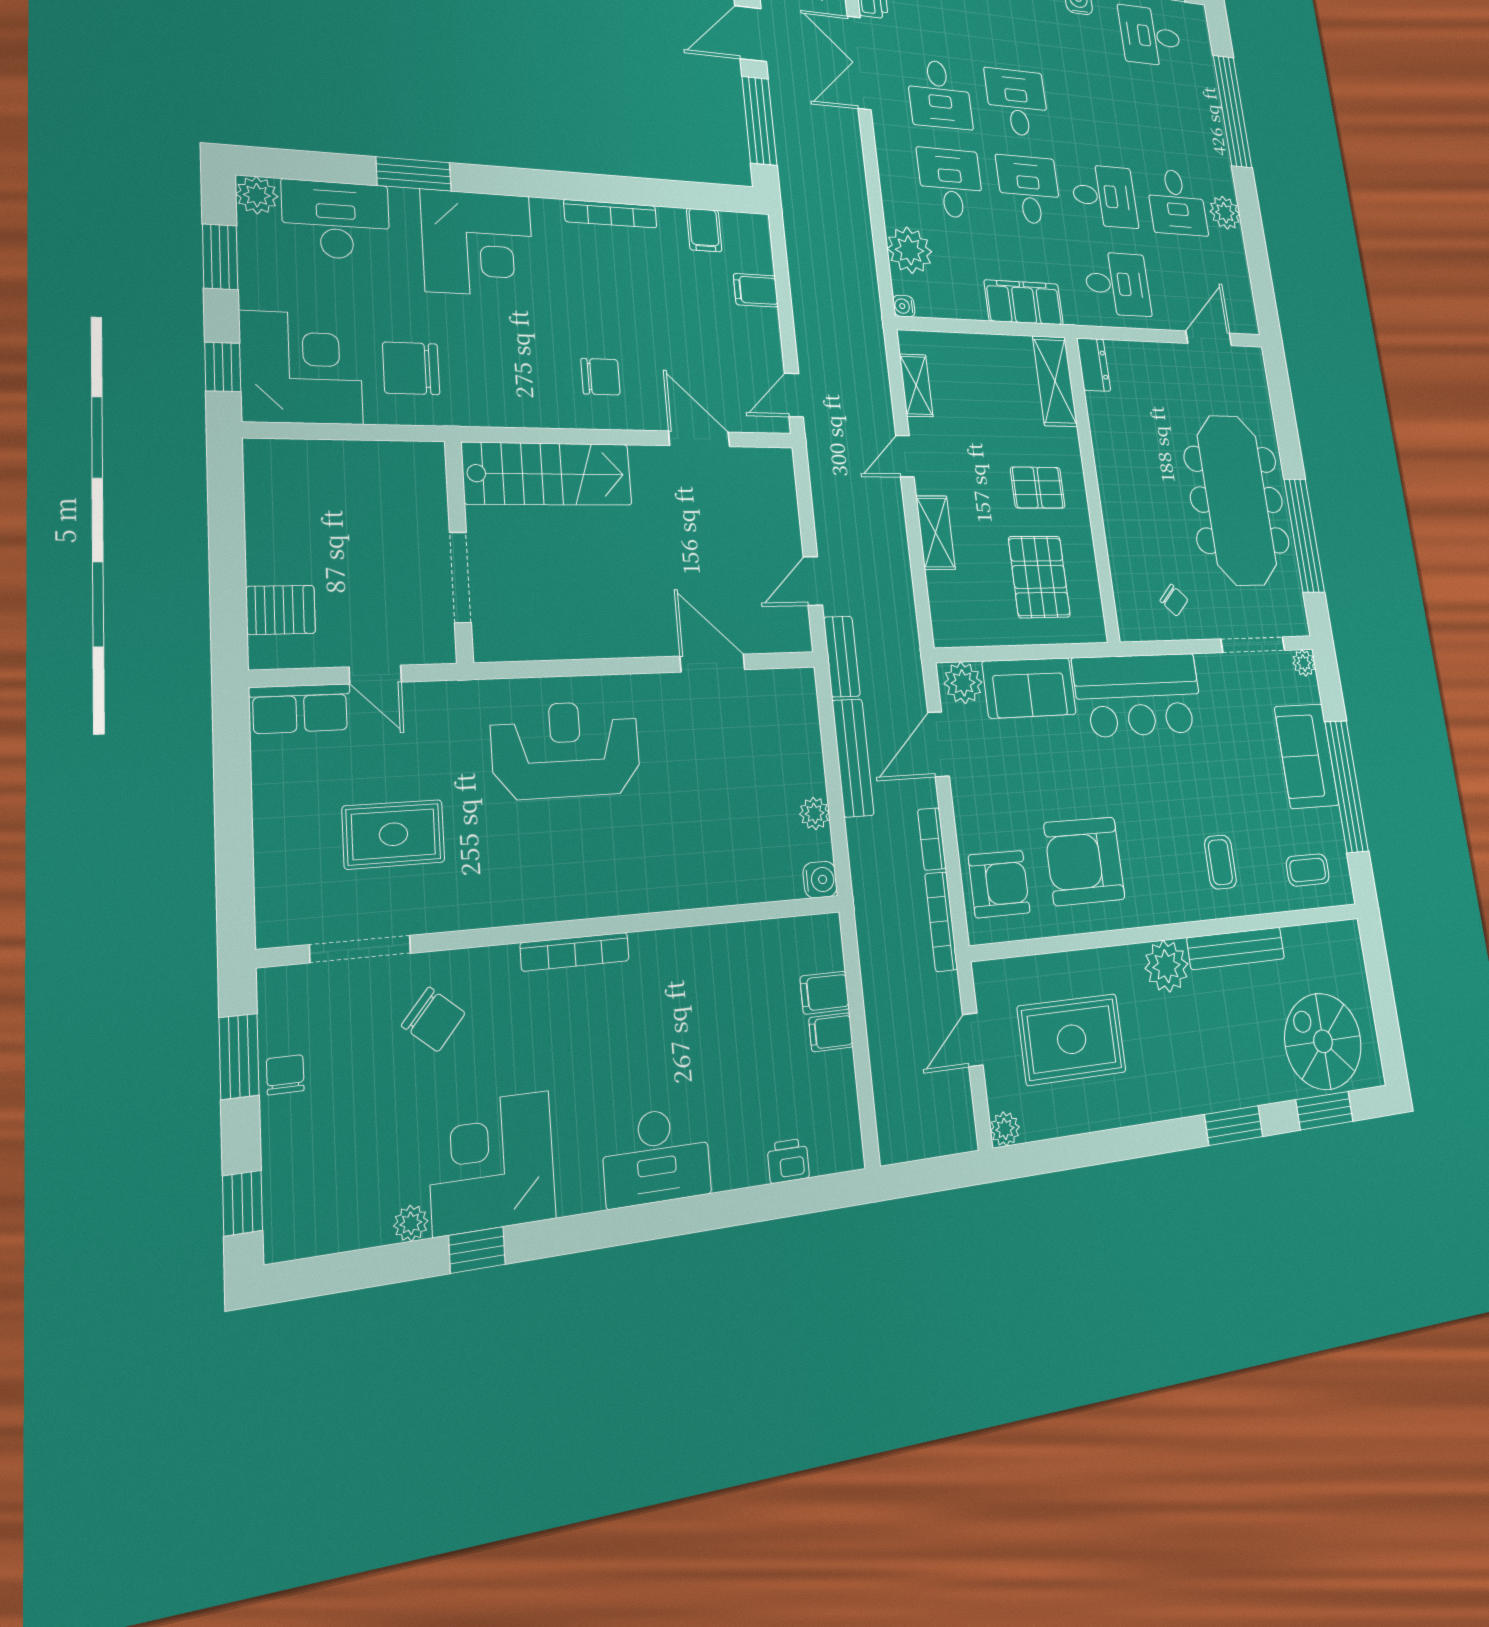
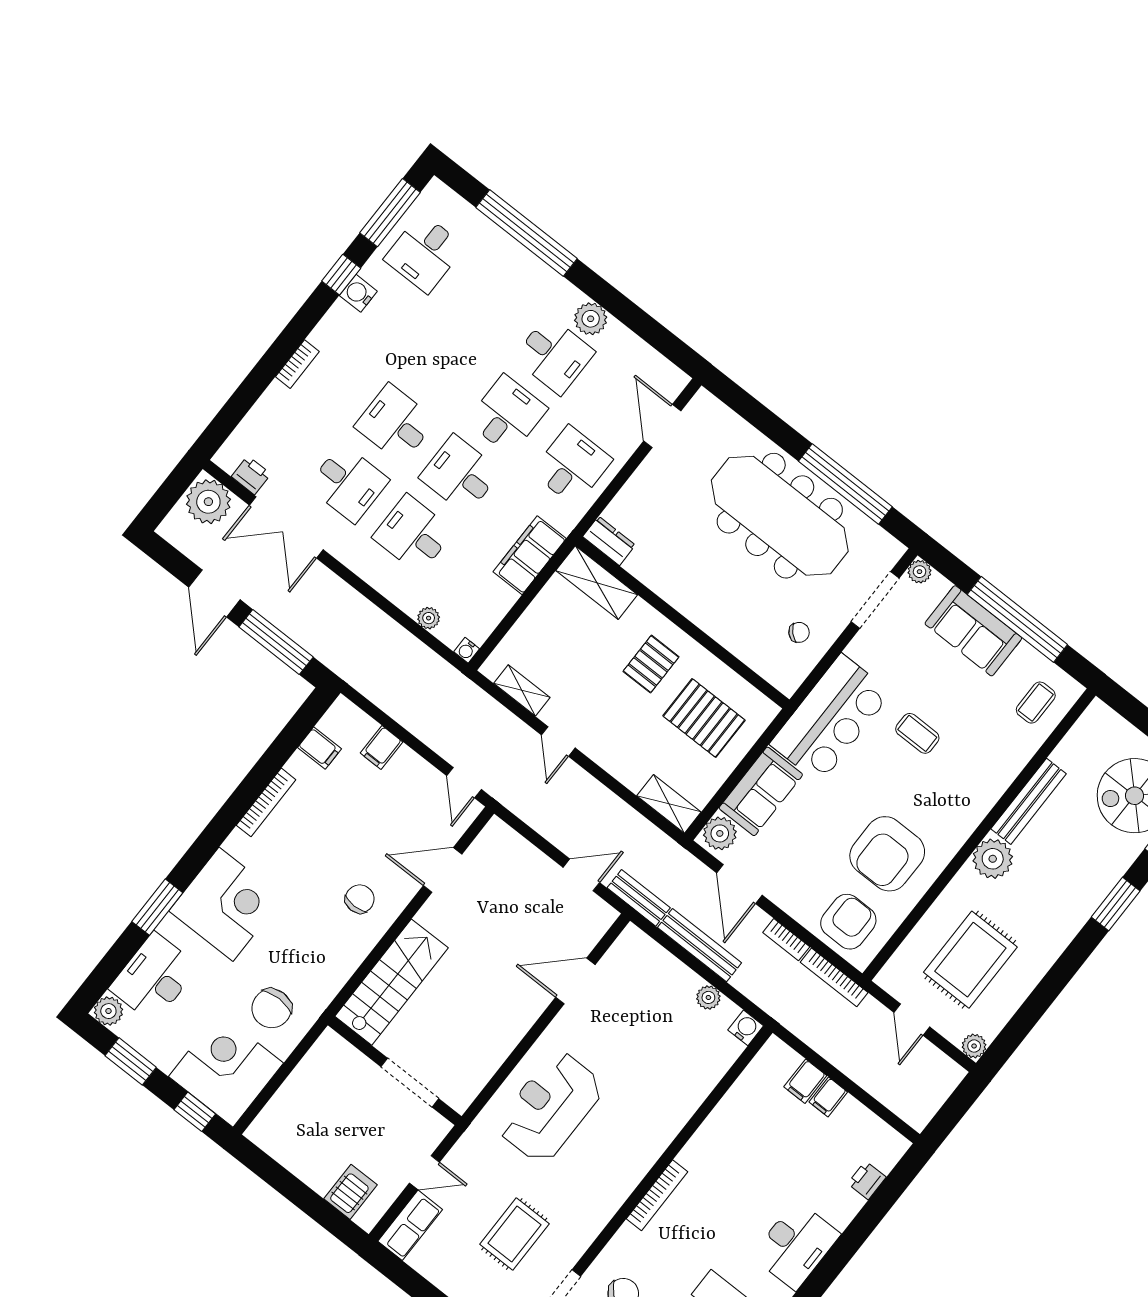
plant: (910, 250) -> (429, 618), width x0.53, depth x0.53
shelving: (936, 533) -> (669, 804), moved
door: (813, 581) -> (581, 875), swing flipped
coffee table: (1220, 862) -> (917, 733), moved

